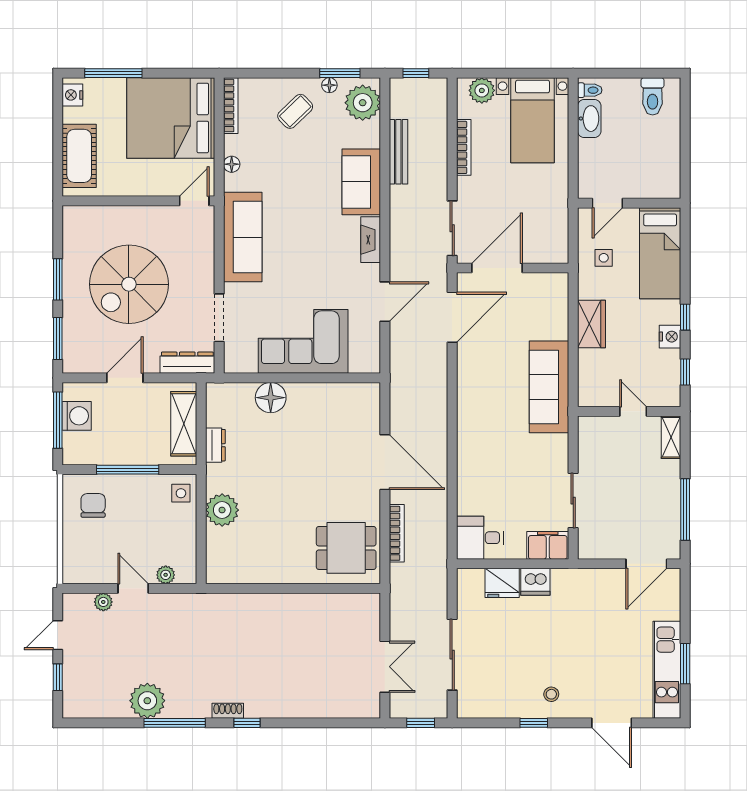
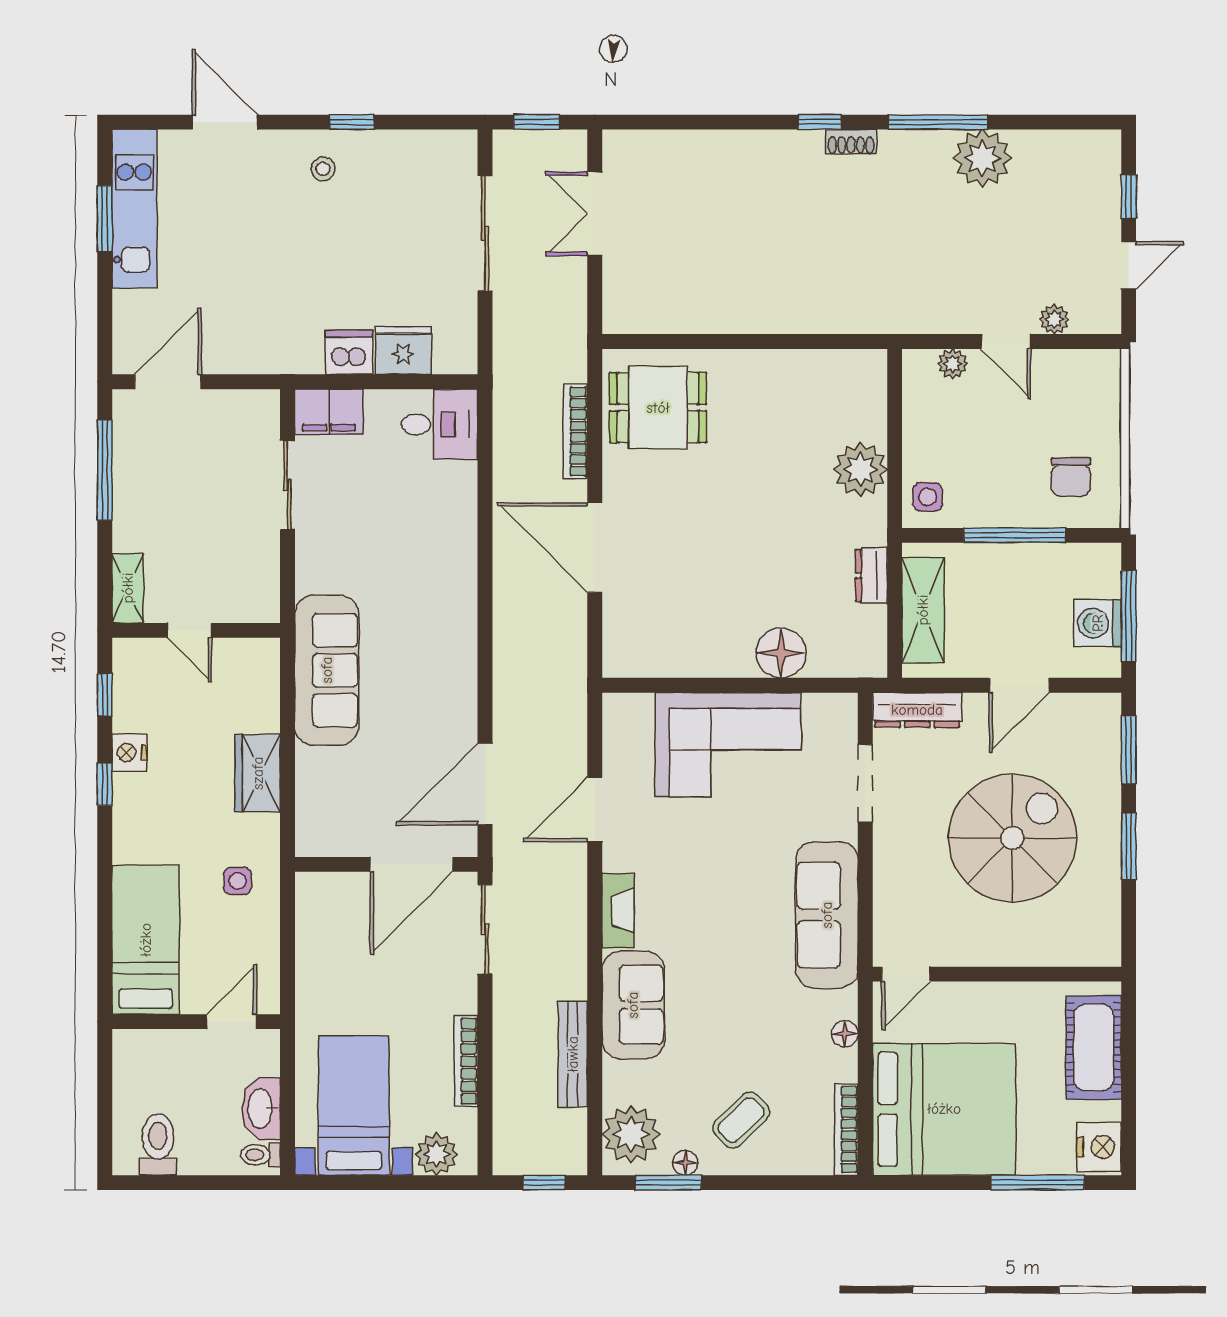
nightstand: (72, 95) -> (1099, 1147), width x1.36, depth x1.33
door: (607, 203) -> (232, 1022), moved
wall: (629, 203) -> (196, 1022), moved
bed: (660, 253) -> (146, 940), moved

